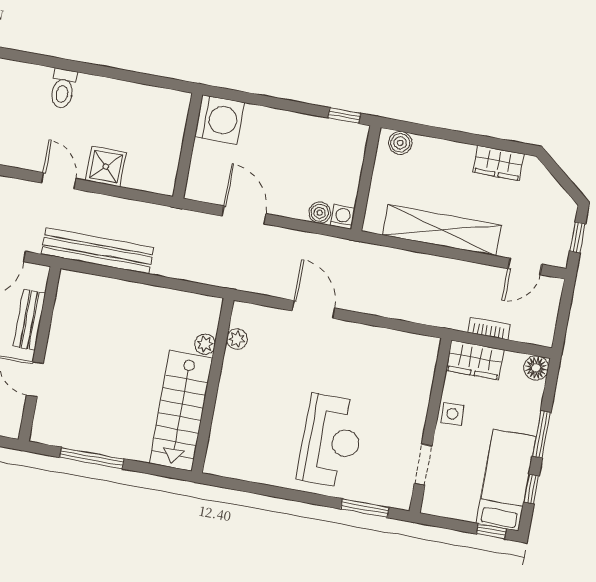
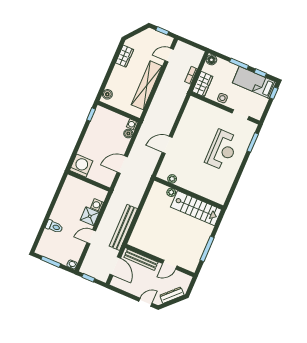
washing machine: (136, 178) -> (97, 205), added
door: (525, 266) -> (169, 55), swing flipped
bench: (29, 320) -> (141, 260), width x1.36
reception desk: (331, 441) -> (222, 150), turned 90

